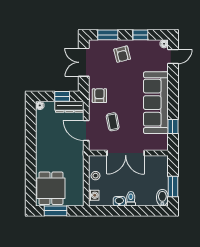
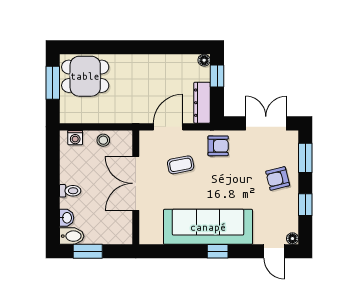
window: (62, 96) -> (217, 76), moved
window: (173, 127) -> (218, 251), moved
washbasin: (119, 201) -> (67, 218), moved

